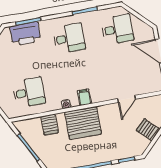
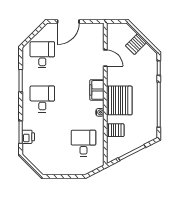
printer: (25, 34) -> (28, 137), width x0.53, depth x0.68
filing cabinet: (84, 97) -> (97, 90), width x2.00

